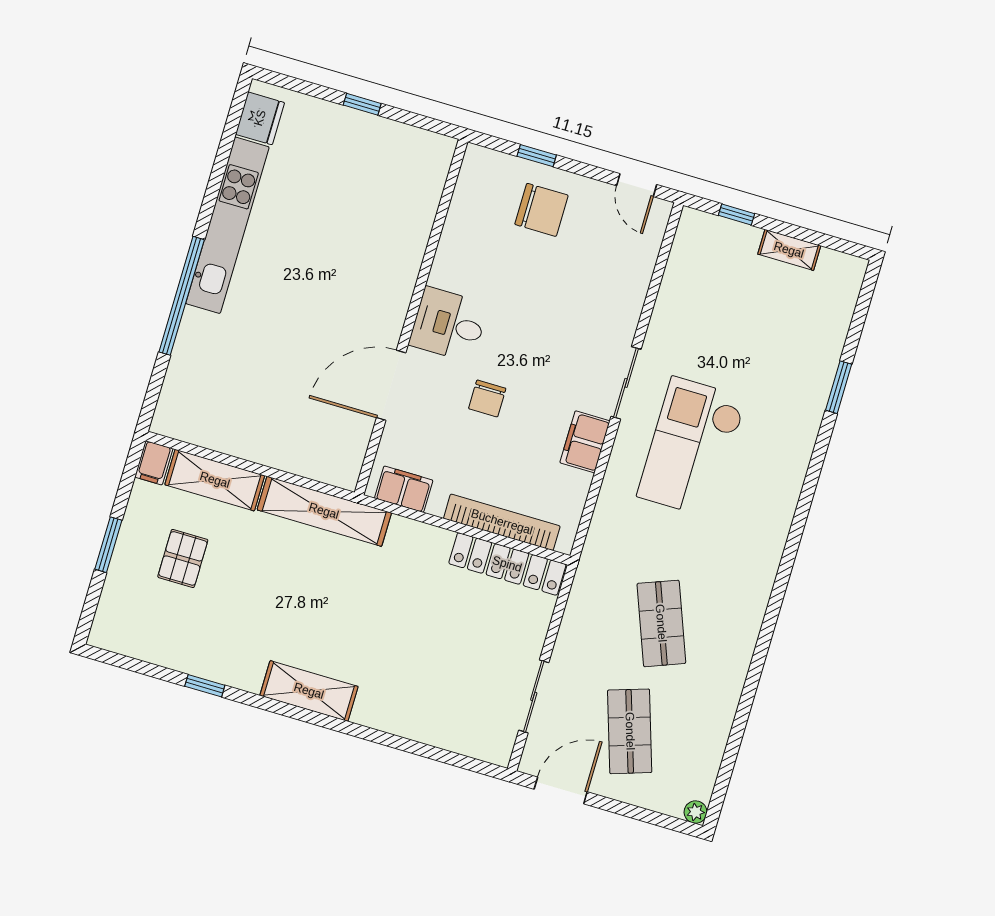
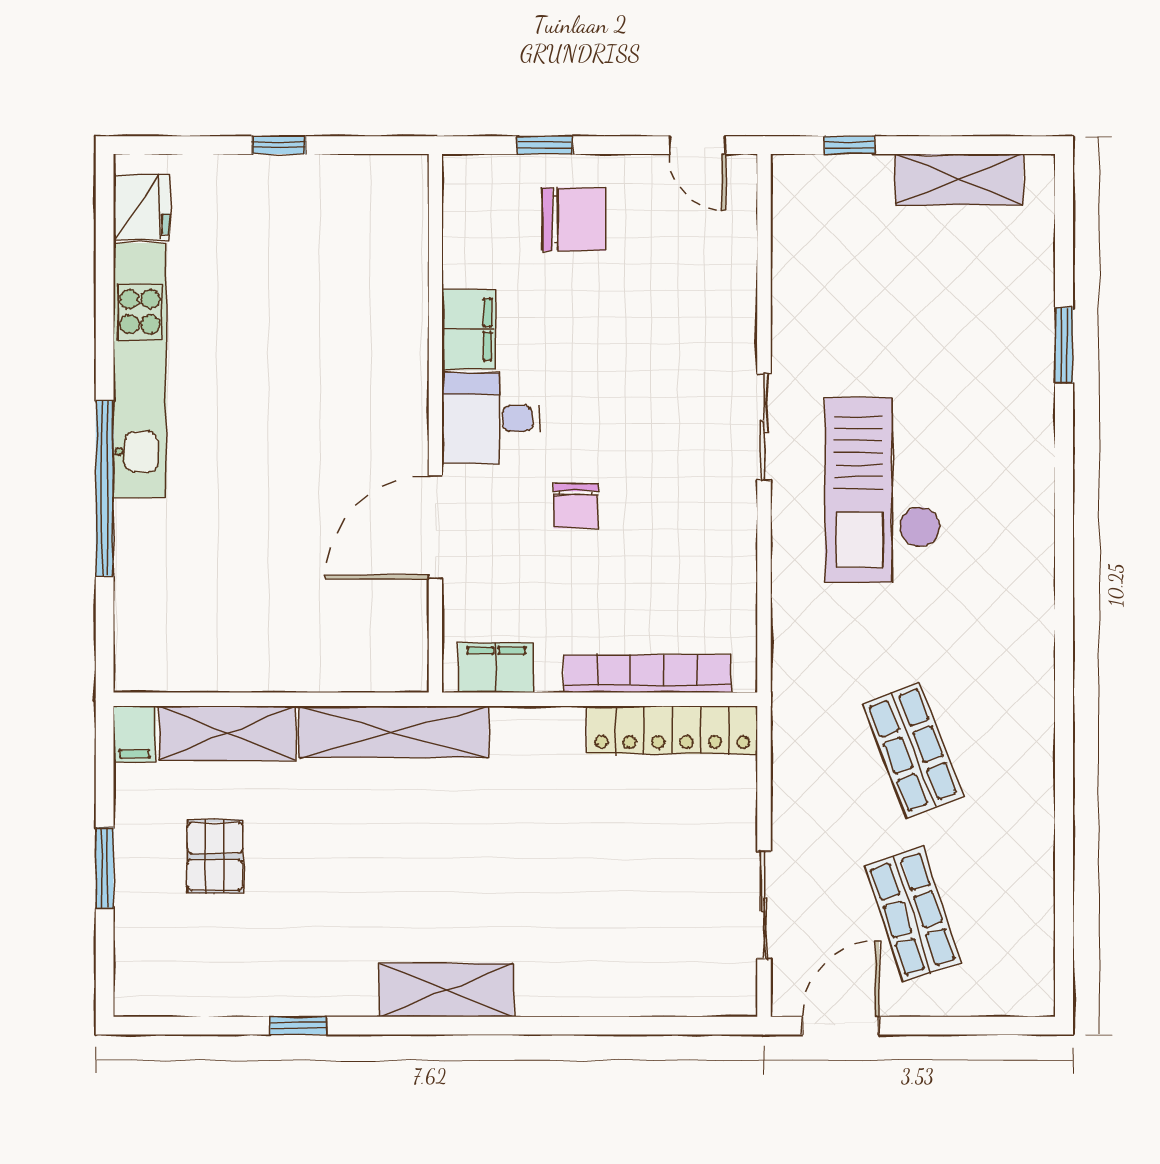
shelving: (789, 250) -> (959, 180), width x1.50, depth x1.33
filing cabinet: (585, 442) -> (469, 329), moved, turned 180
plant: (696, 812) -> (1039, 1000), removed

